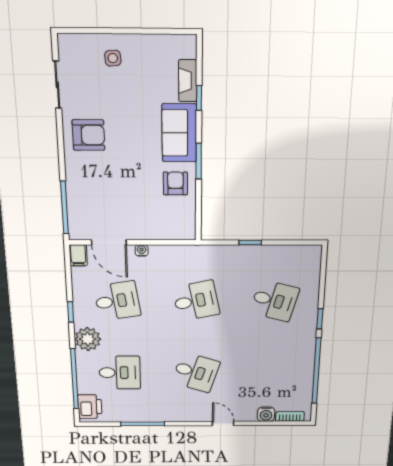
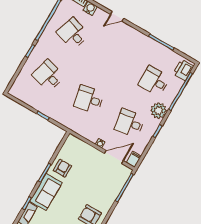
armchair: (175, 183) -> (63, 168), turned 180
door: (109, 242) -> (114, 157), hinge flipped
desk: (196, 372) -> (73, 34), moved
door: (223, 423) -> (117, 16), hinge flipped

